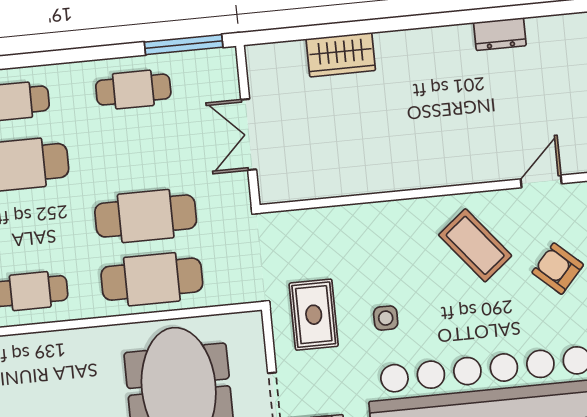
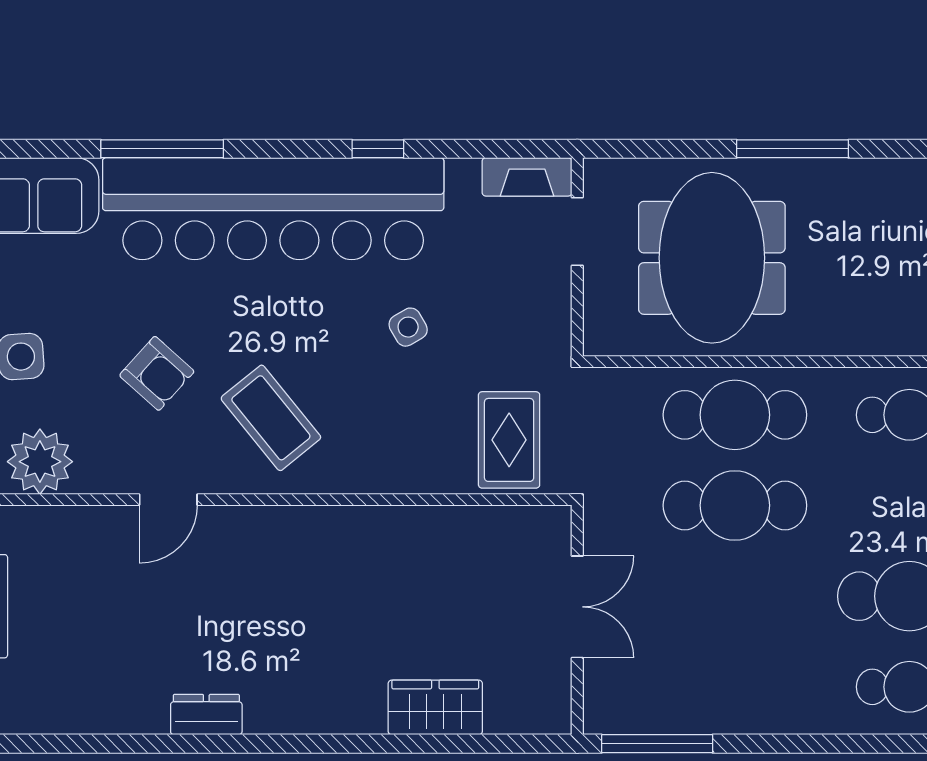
cafe table: (133, 90) -> (735, 687), removed
rug: (314, 315) -> (509, 440), moved
side table: (386, 318) -> (408, 327), turned -30

